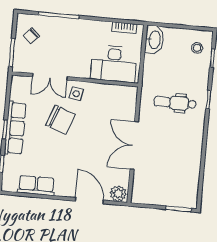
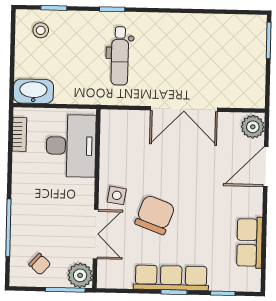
plant: (21, 64) -> (80, 275), added

